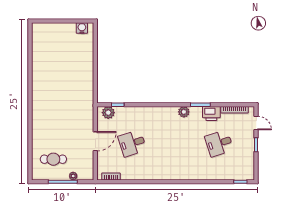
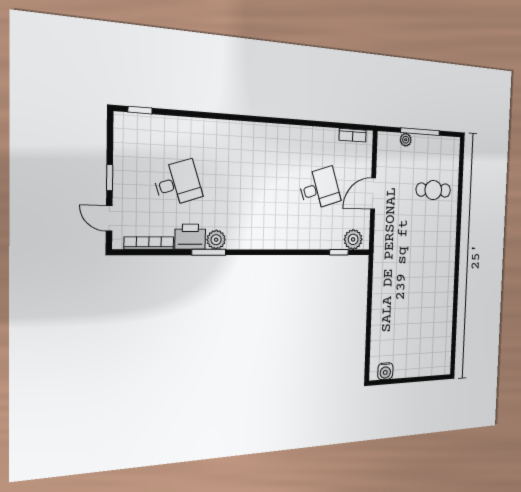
plant: (184, 112) -> (216, 240), moved
cafe table: (53, 159) -> (433, 190), moved

